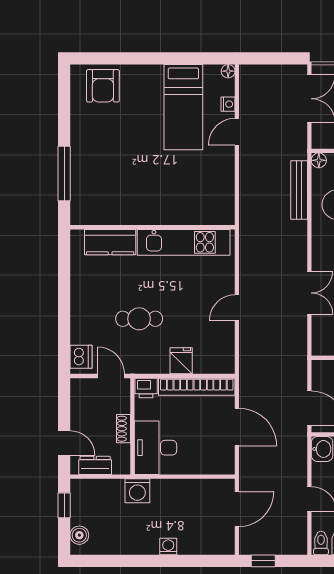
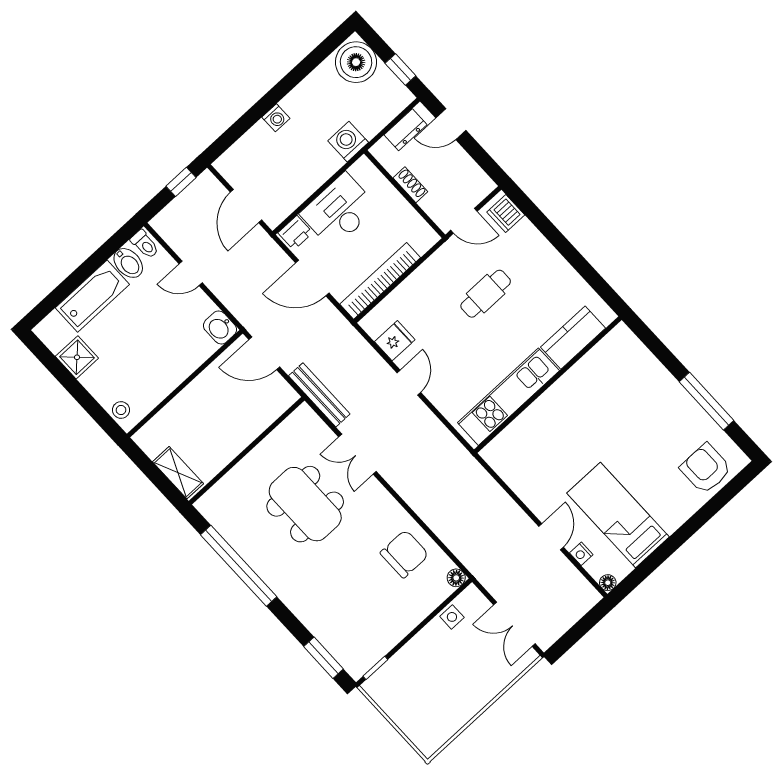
window: (64, 173) -> (706, 401), moved
bench: (299, 190) -> (319, 395), moved
fridge: (181, 361) -> (395, 341), moved, turned -90
printer: (146, 388) -> (295, 233), moved, turned 180
desk: (155, 448) -> (339, 211), moved, turned -90
boiler: (79, 535) -> (356, 62), width x1.86, depth x1.86

